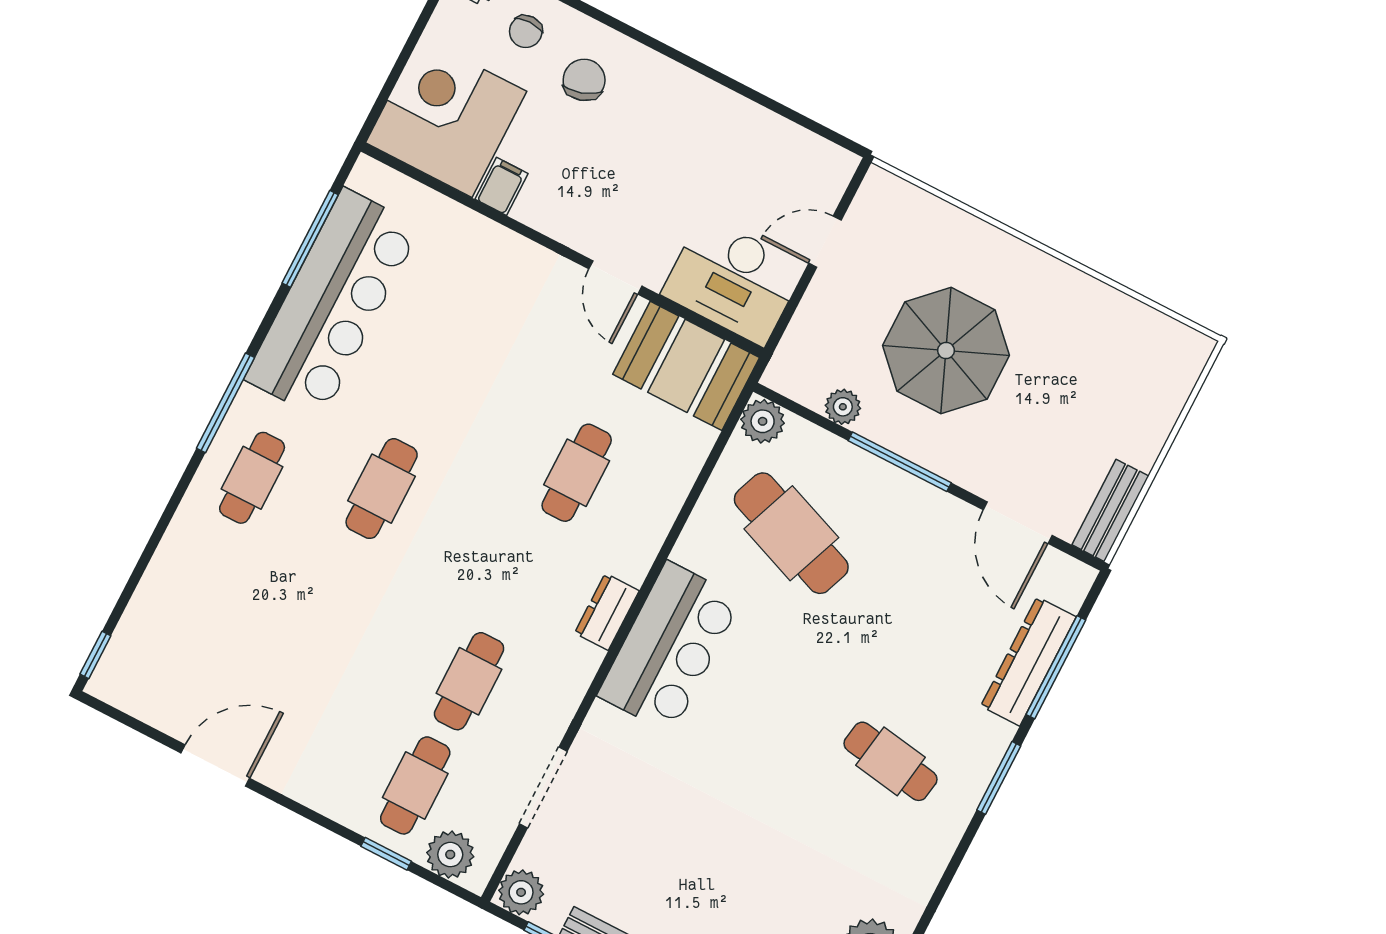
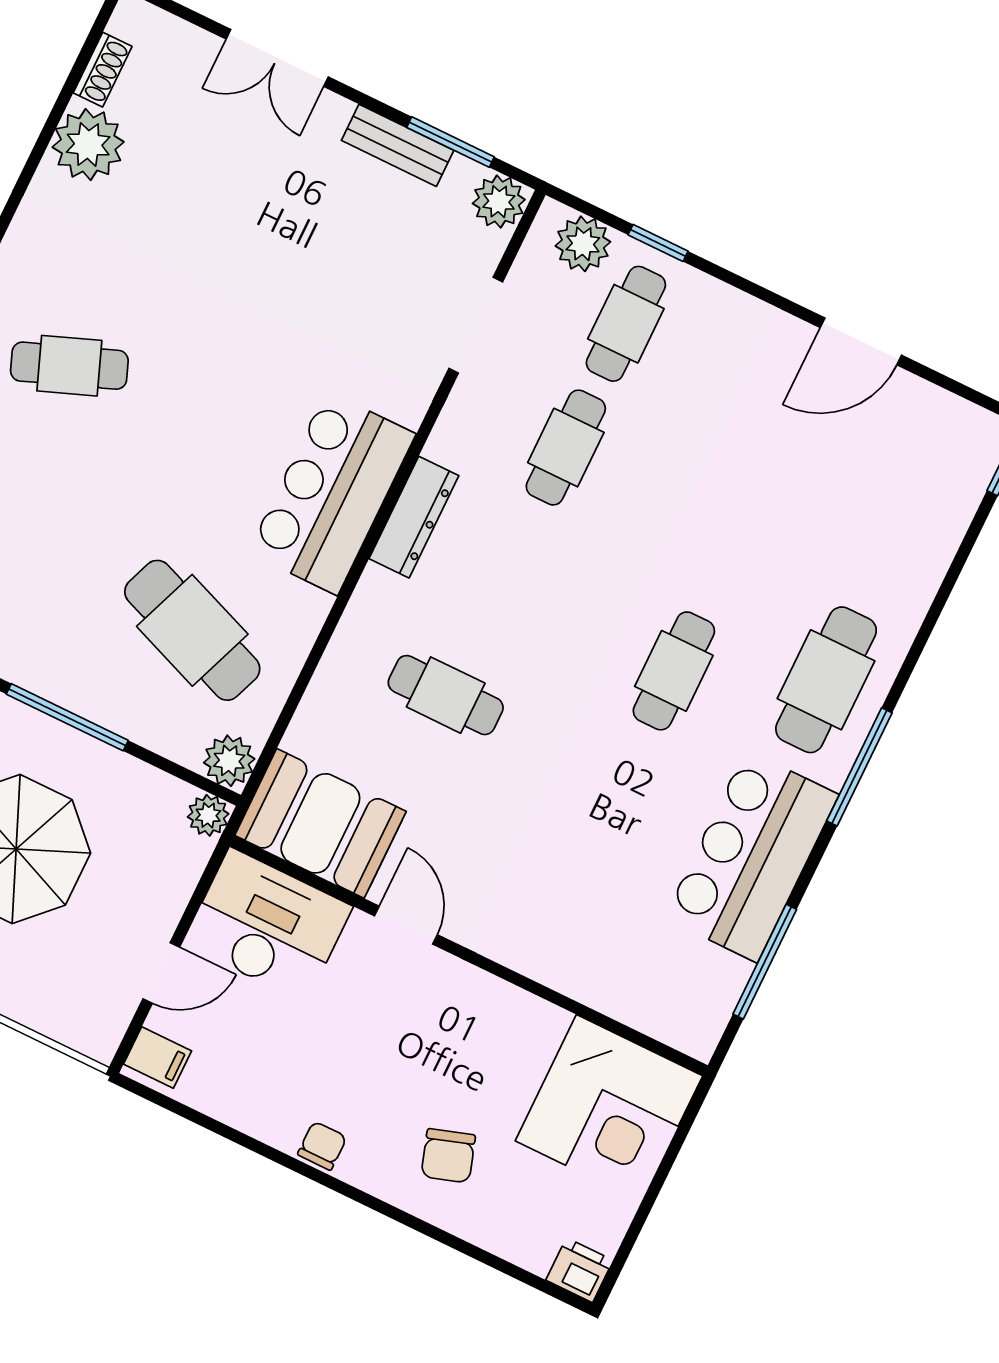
chair: (526, 32) -> (322, 1146), moved
filing cabinet: (501, 186) -> (158, 1057), moved, turned -90
bar counter: (333, 303) -> (752, 856), width x0.73
plant: (843, 407) -> (208, 815), moved
cafe table: (577, 473) -> (446, 695), turned 90
cafe table: (252, 478) -> (826, 680), width x1.37, depth x1.35
dresser: (607, 612) -> (414, 517), width x1.44
cafe table: (891, 761) -> (69, 366), turned -30

